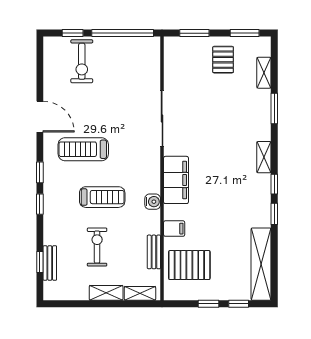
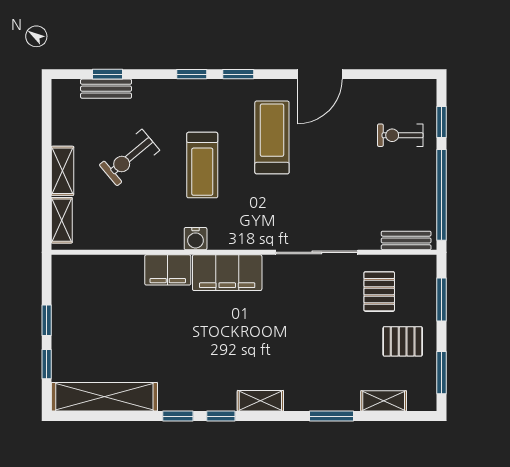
exercise bike: (82, 61) -> (400, 135), width x0.73, depth x0.72
filing cabinet: (174, 229) -> (168, 270), width x2.00
exercise bike: (97, 247) -> (129, 158), turned 140
bench: (154, 252) -> (406, 240), moved
pallet: (189, 265) -> (379, 291), moved, width x0.67, depth x0.71

